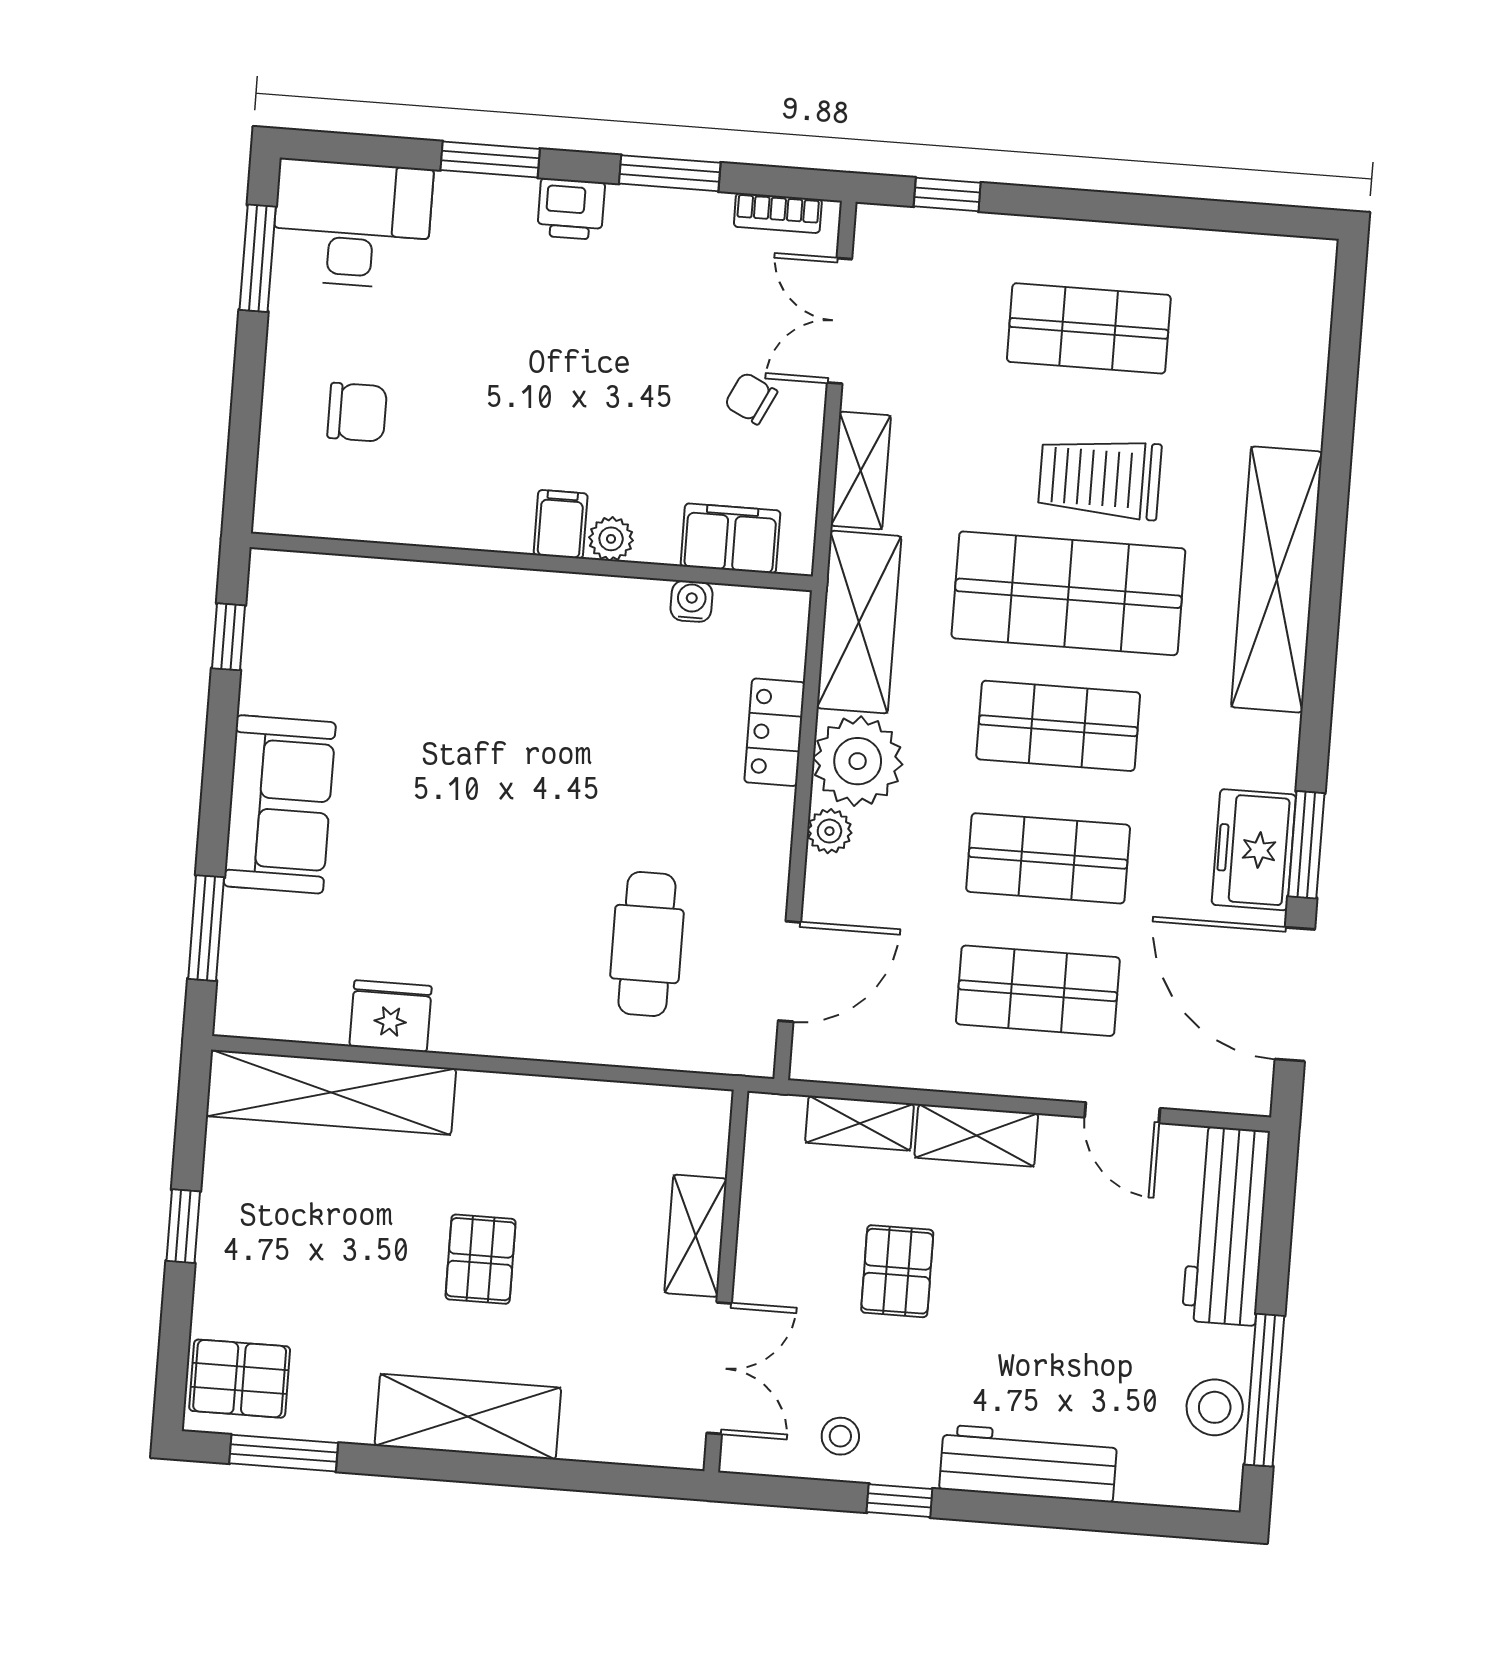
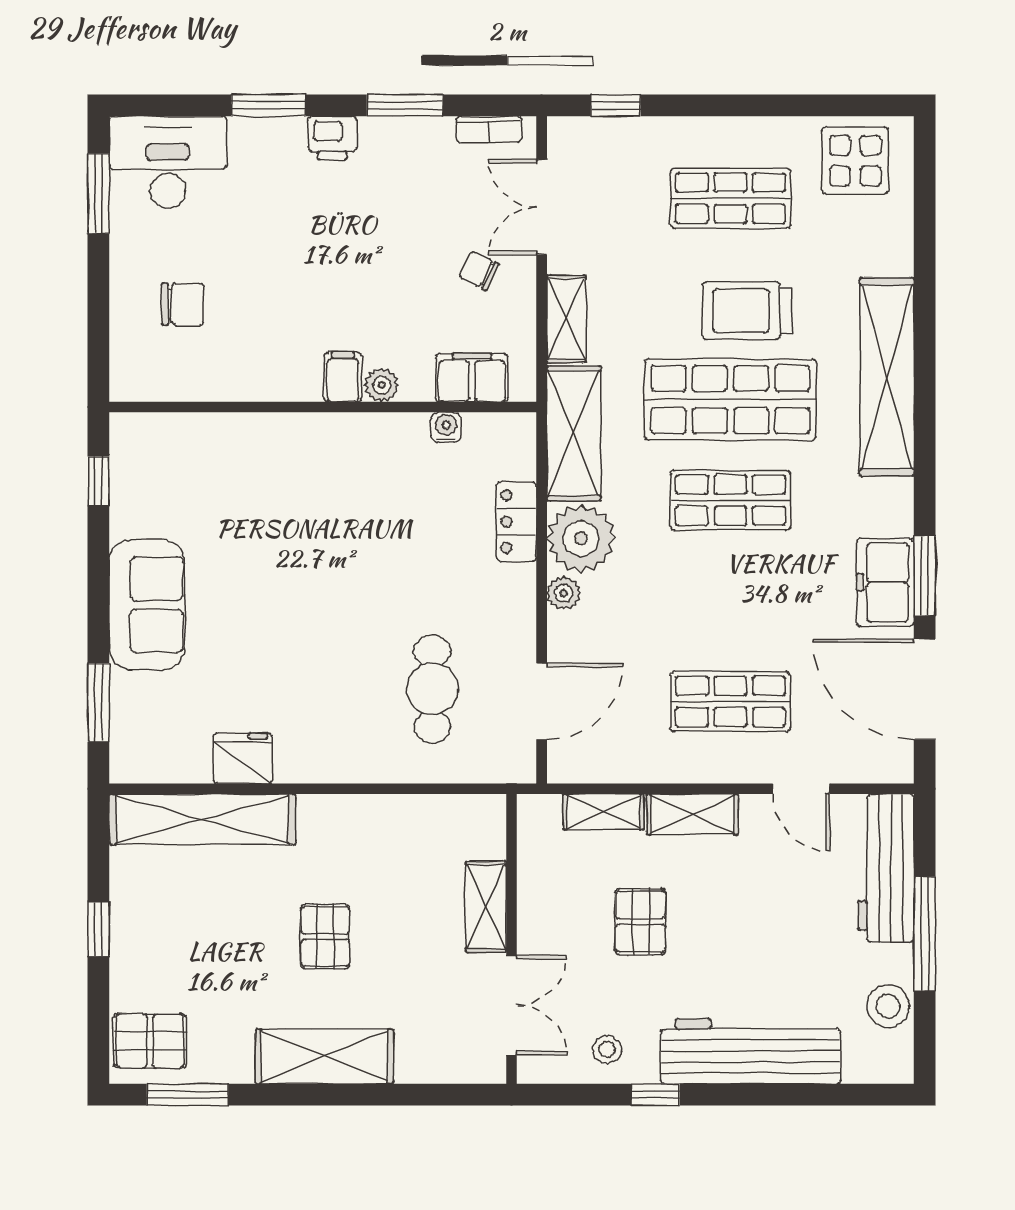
display table: (1257, 292) -> (855, 161), added
shop shelf: (1048, 858) -> (730, 601), removed
window: (1264, 1390) -> (925, 934), moved
workbench: (1028, 1463) -> (751, 1051), width x1.36, depth x1.32

